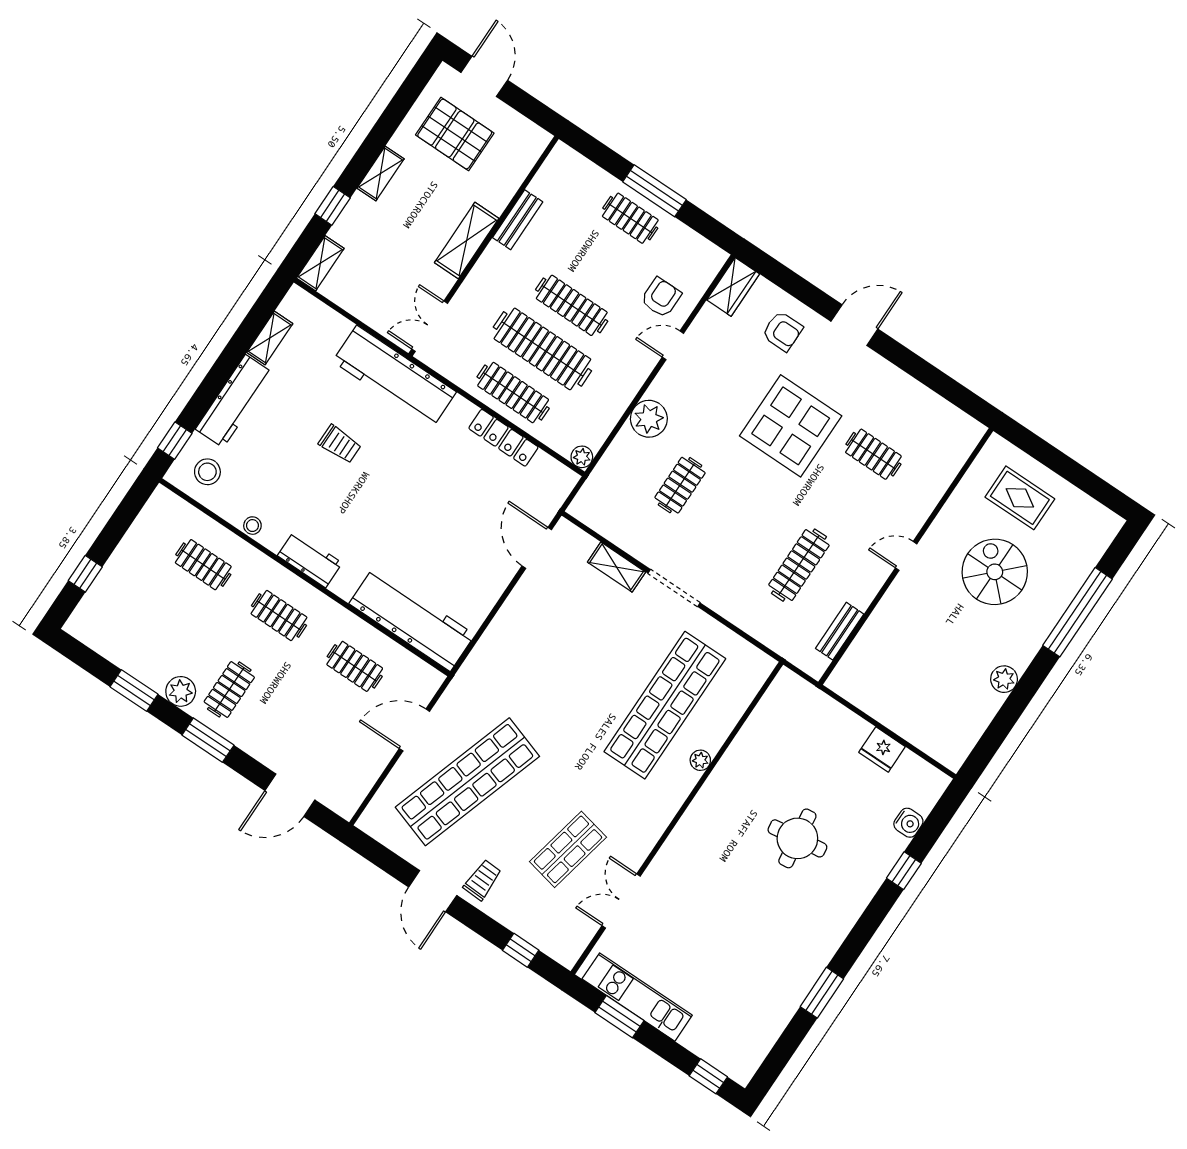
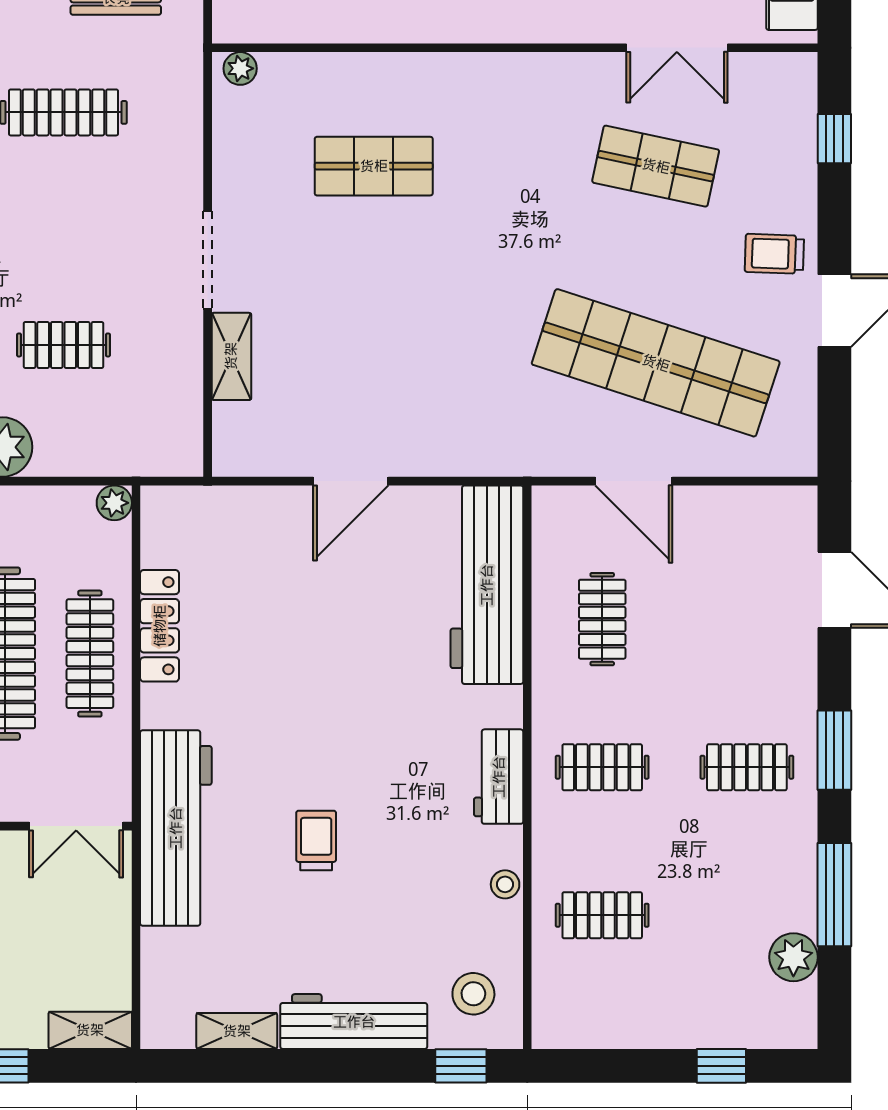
door: (537, 548) -> (351, 481), moved
clothes rail: (203, 565) -> (602, 915), turned 90
clothes rail: (279, 616) -> (602, 767), turned 90
window: (134, 690) -> (834, 895), width x1.44
plant: (181, 691) -> (793, 957), moved
shop shelf: (665, 705) -> (374, 166), width x0.50, depth x0.74
plant: (700, 760) -> (240, 68), moved

